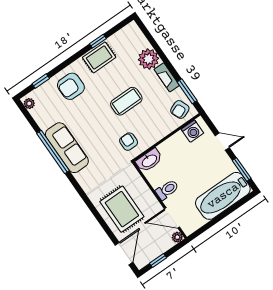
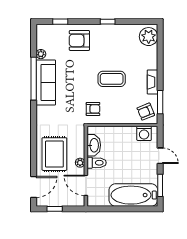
window: (98, 41) -> (108, 22), moved
rug: (99, 57) -> (114, 34), removed
plant: (149, 59) -> (149, 37), moved
plant: (29, 104) -> (41, 54), moved
armchair: (129, 142) -> (93, 109), turned 90
washbasin: (149, 161) -> (94, 145), moved, turned -90
plant: (177, 237) -> (80, 163), moved

